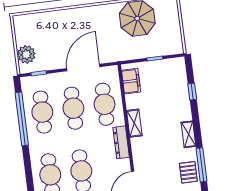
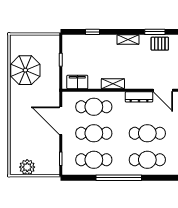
plant: (26, 54) -> (27, 167), moved
window: (22, 119) -> (119, 178), moved
dresser: (121, 142) -> (139, 97), moved
window: (201, 165) -> (155, 32), width x0.69

